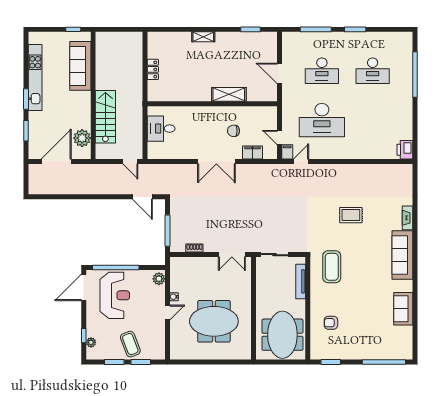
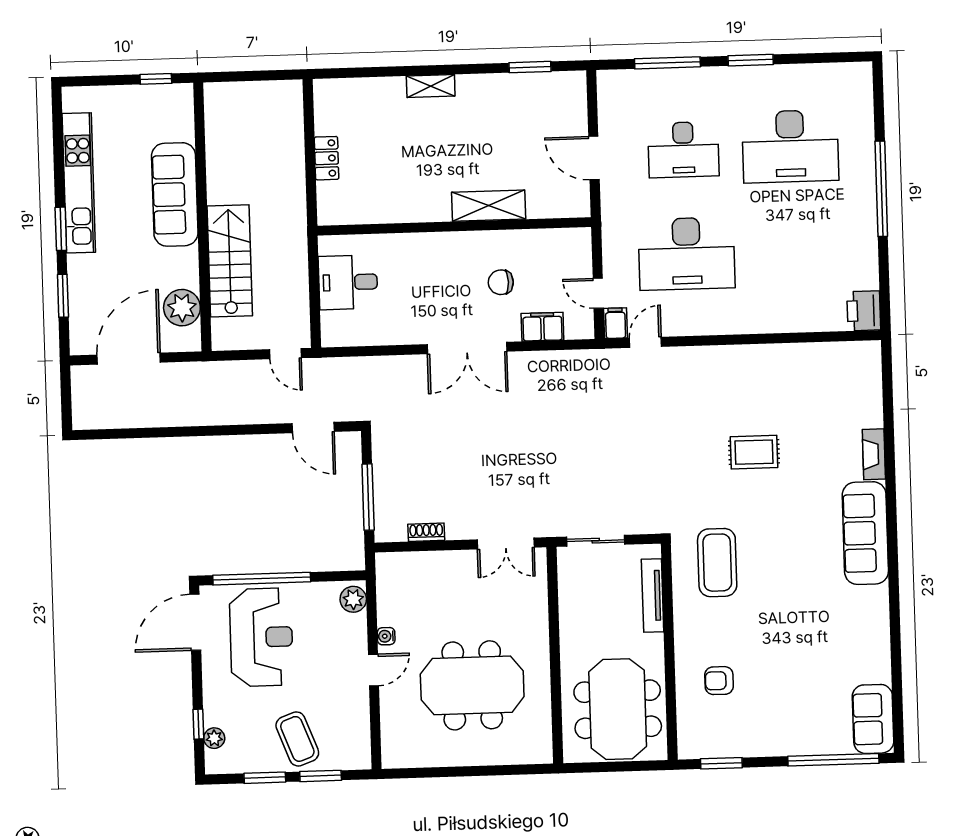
sofa: (80, 66) -> (175, 194), moved
desk: (373, 71) -> (790, 146), width x1.36, depth x1.30
window: (415, 74) -> (881, 189), moved
sofa: (403, 309) -> (873, 719), moved

